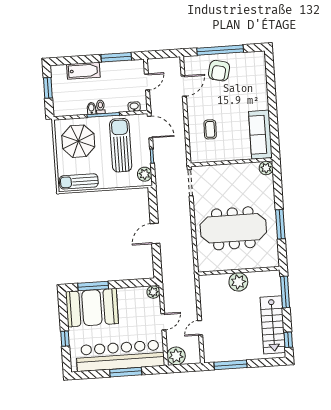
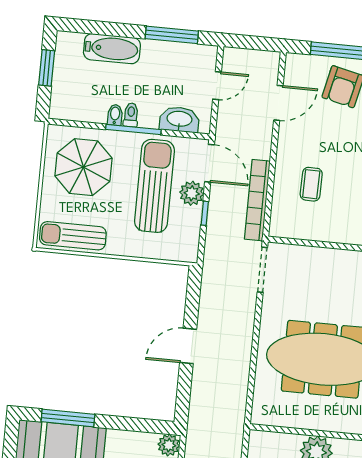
washbasin: (134, 107) -> (179, 119), width x1.91, depth x1.45
bookcase: (181, 144) -> (257, 200), added
plant: (145, 174) -> (192, 193), moved

